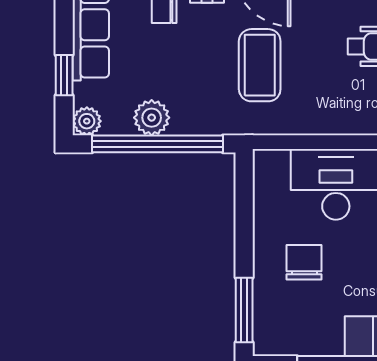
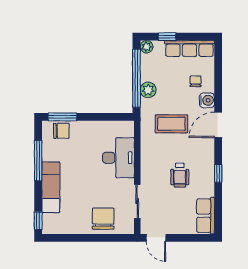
plant: (152, 118) -> (148, 90), moved
chair: (304, 262) -> (61, 131), moved

